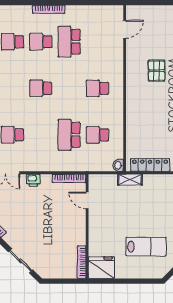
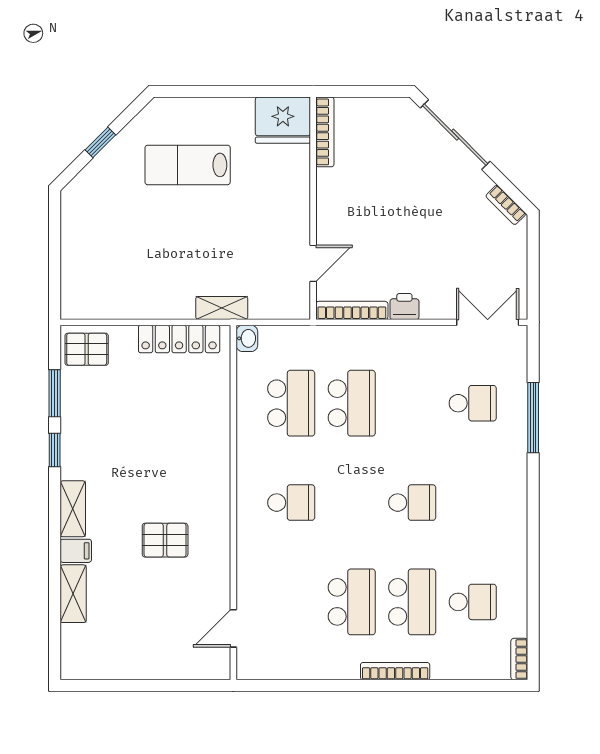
school desk: (41, 42) -> (412, 602), width x1.85
pallet: (157, 71) -> (165, 540), turned 90
school desk: (97, 135) -> (291, 403), width x1.85
printer: (33, 180) -> (404, 307), moved
door: (87, 200) -> (313, 263), hinge flipped
sliding door: (21, 261) -> (455, 135), width x1.37

